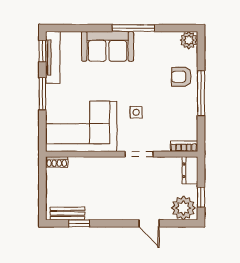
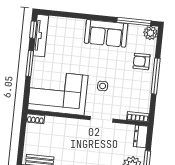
window: (133, 28) -> (134, 22), moved
sofa: (108, 46) -> (106, 33), moved

